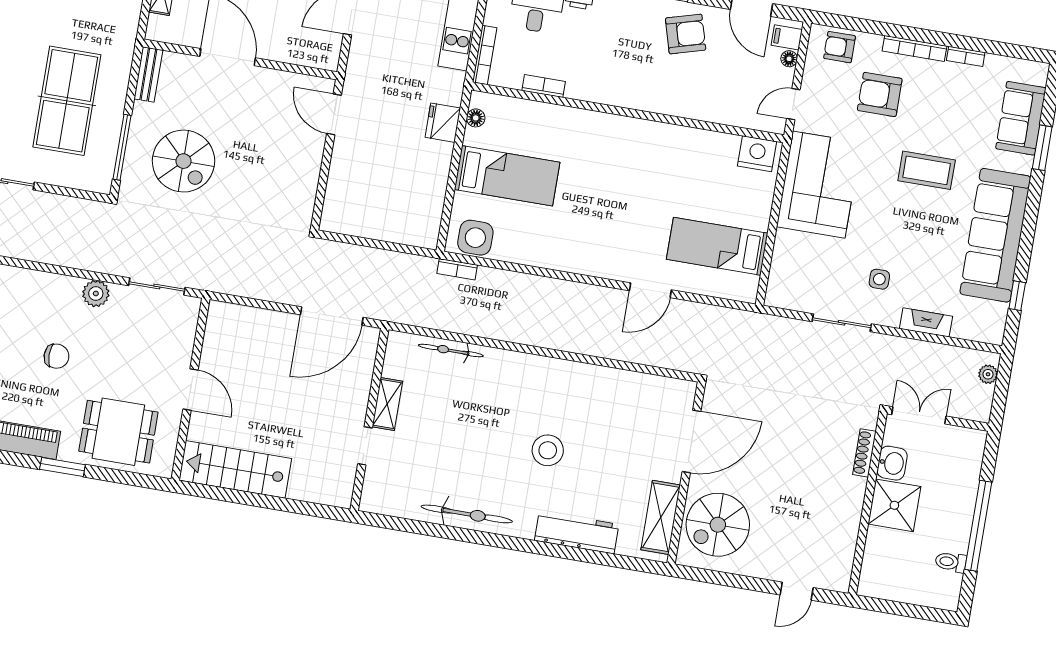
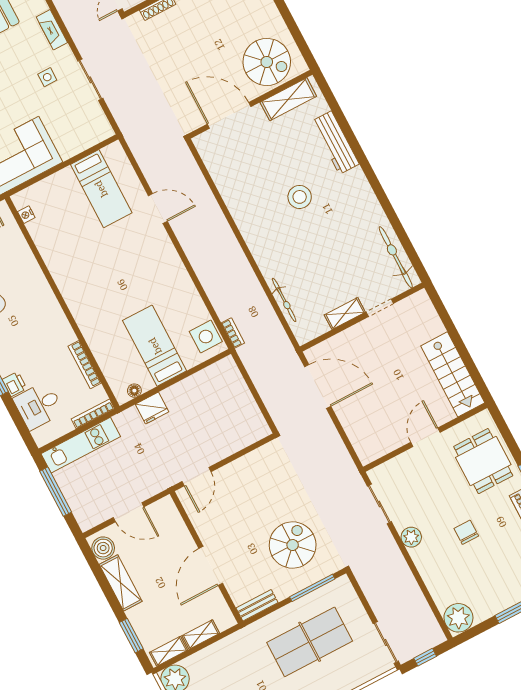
bookcase: (544, 86) -> (85, 365), width x1.56
nightstand: (757, 154) -> (26, 215), width x0.53, depth x0.56
bicycle: (467, 514) -> (396, 257), moved

